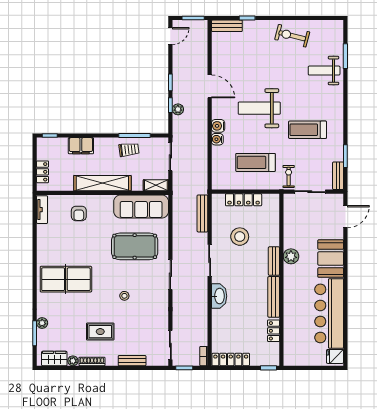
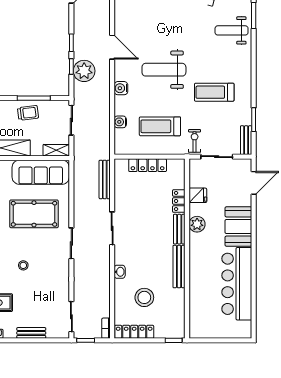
plant: (178, 109) -> (84, 71), width x1.88, depth x1.88
water cooler: (217, 139) -> (120, 122), moved
stool: (240, 237) -> (144, 297), moved
washbasin: (219, 296) -> (120, 272), width x0.52, depth x0.69
locker: (274, 331) -> (179, 201), moved
fridge: (335, 356) -> (198, 195), moved, turned 180

